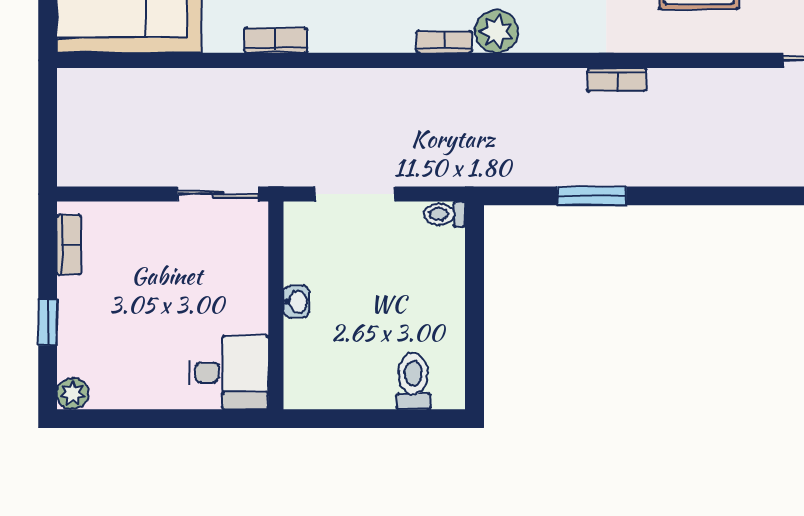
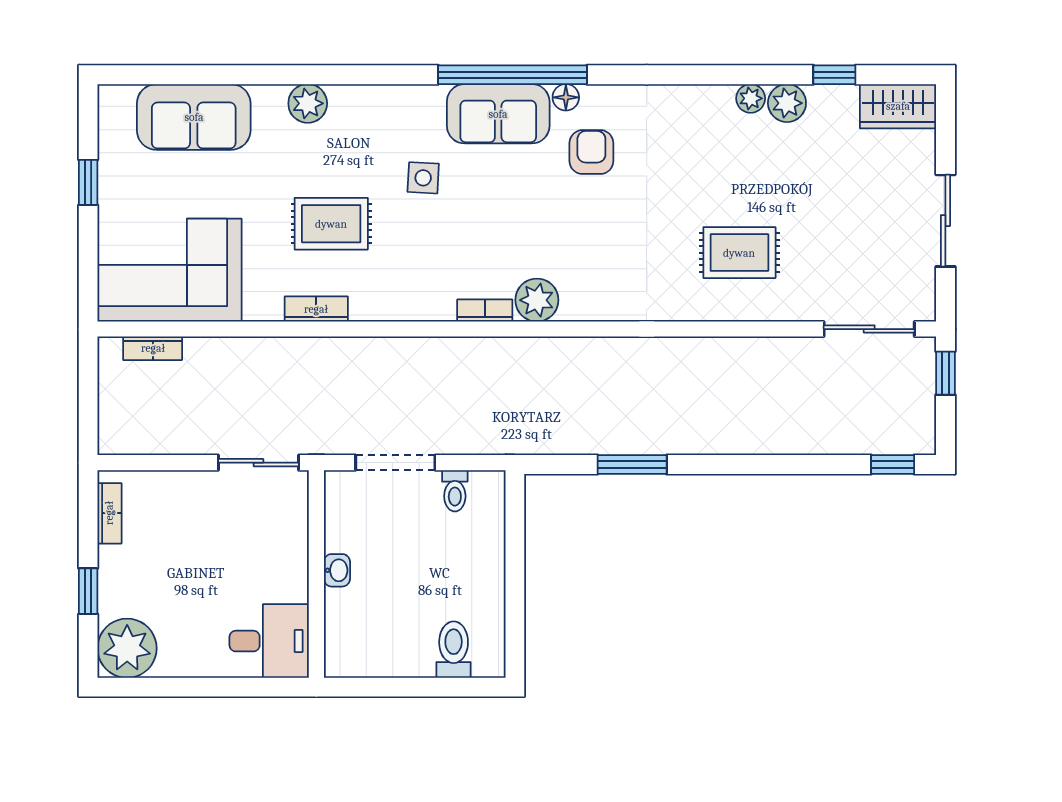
bookcase: (617, 80) -> (153, 348), moved
toilet: (444, 214) -> (455, 491), moved, turned -90
plant: (73, 394) -> (127, 648), width x1.88, depth x1.88

